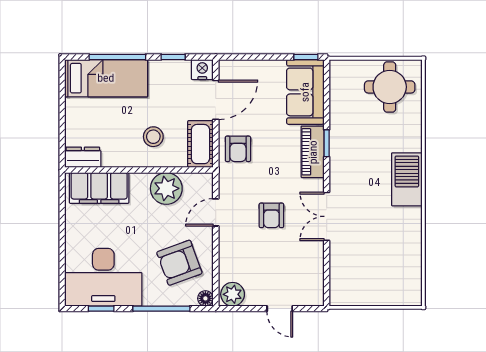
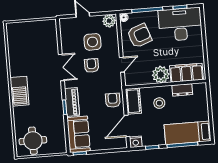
dresser: (83, 157) -> (182, 90), moved
plant: (166, 188) -> (161, 75), moved
side table: (266, 258) -> (92, 42), added

